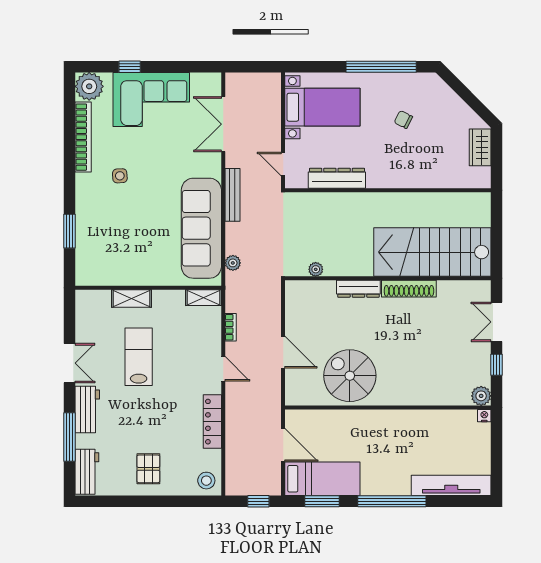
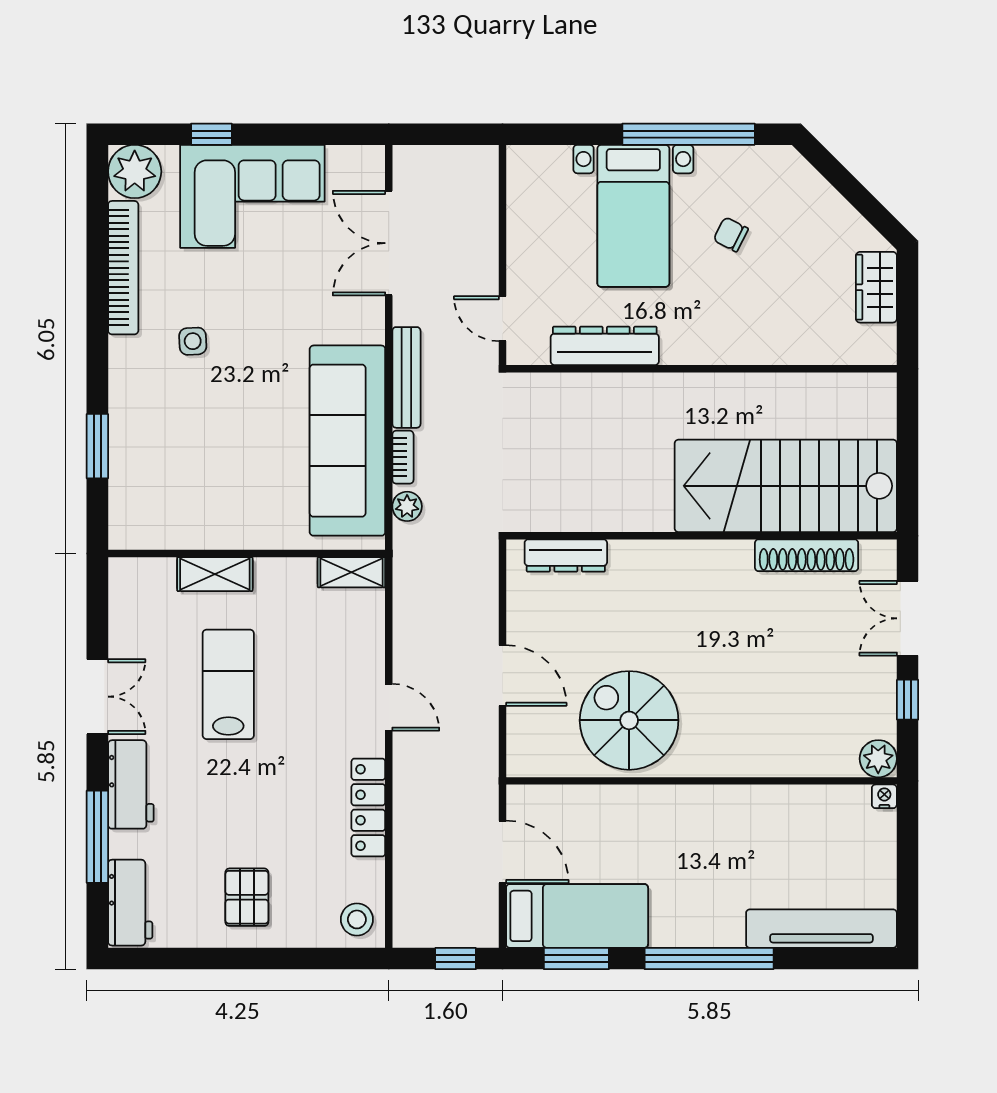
bed with nightstands: (322, 107) -> (633, 216), moved, turned 90
plant: (316, 269) -> (564, 519), removed
dresser: (358, 289) -> (566, 555), moved
shoe rack: (409, 289) -> (807, 555), moved
bookcase: (231, 327) -> (403, 457), moved

